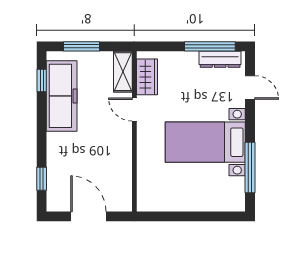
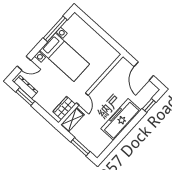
window: (210, 46) -> (25, 97), width x0.69
window: (42, 81) -> (111, 148), removed
door: (250, 87) -> (24, 63), swing flipped
freezer: (62, 96) -> (121, 119), moved

